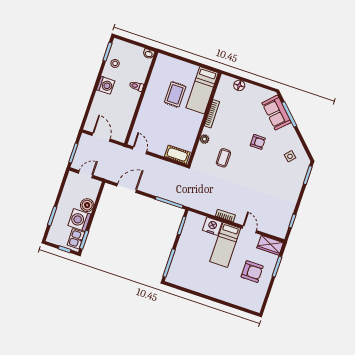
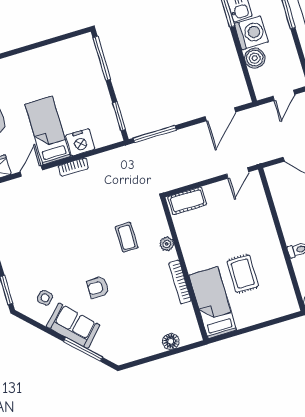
sofa: (277, 113) -> (73, 326), moved
door: (140, 150) -> (238, 173), hinge flipped
door: (249, 229) -> (31, 171), swing flipped

